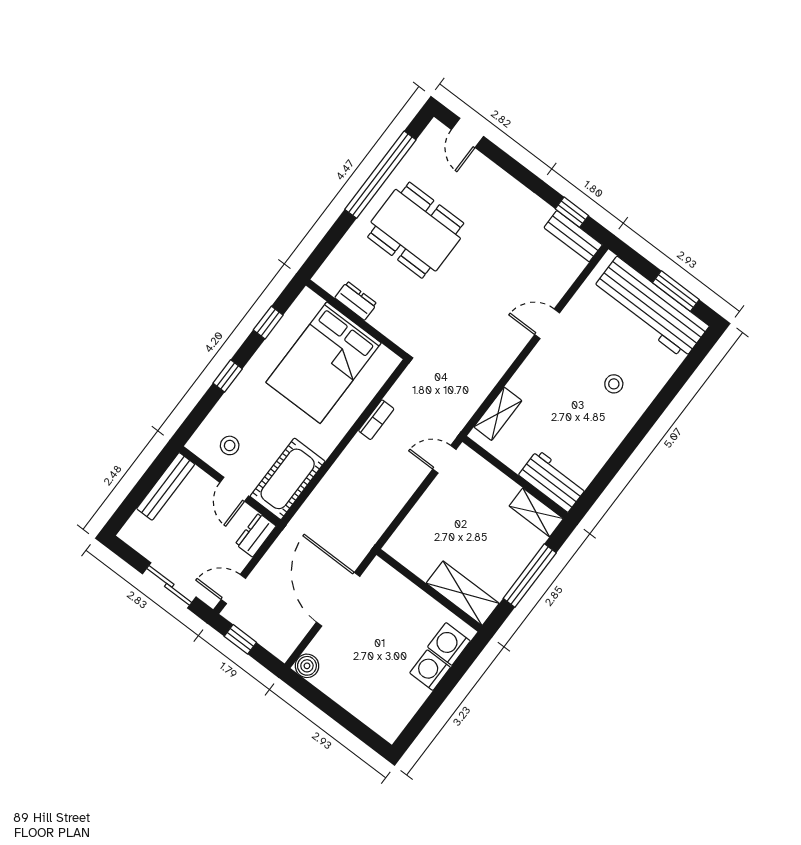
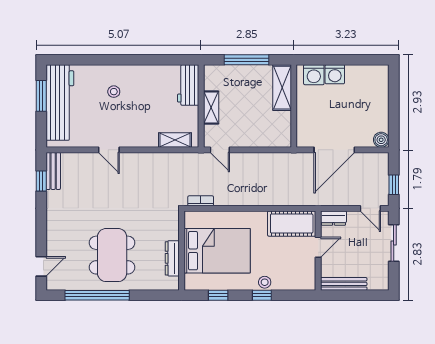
dresser: (356, 301) -> (172, 258), width x1.44
bookcase: (376, 420) -> (201, 201), moved
stool: (230, 445) -> (265, 282), moved
shelving: (536, 512) -> (211, 108), moved

